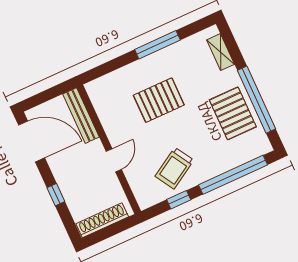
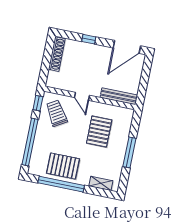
bench: (81, 116) -> (119, 96), moved
wall: (109, 149) -> (90, 98), moved
door: (114, 160) -> (82, 96), moved

